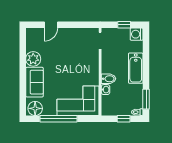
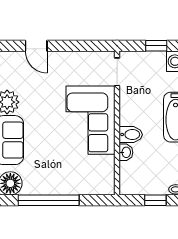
door: (51, 25) -> (36, 46), hinge flipped
corner sofa: (78, 101) -> (91, 120), moved, turned -90

